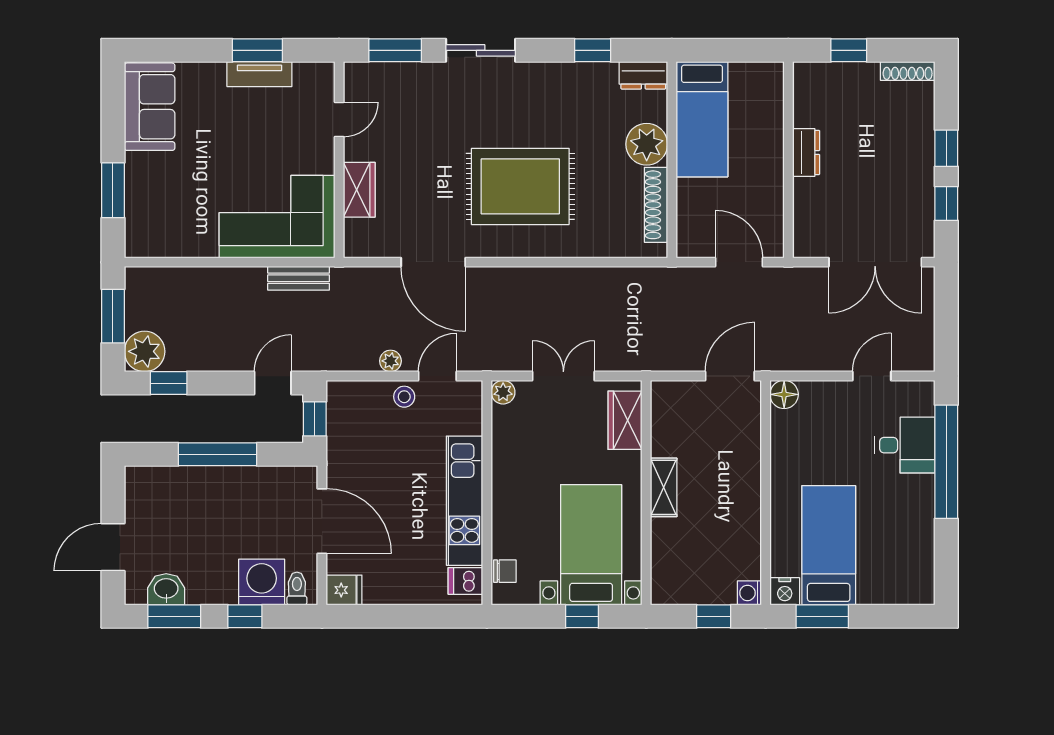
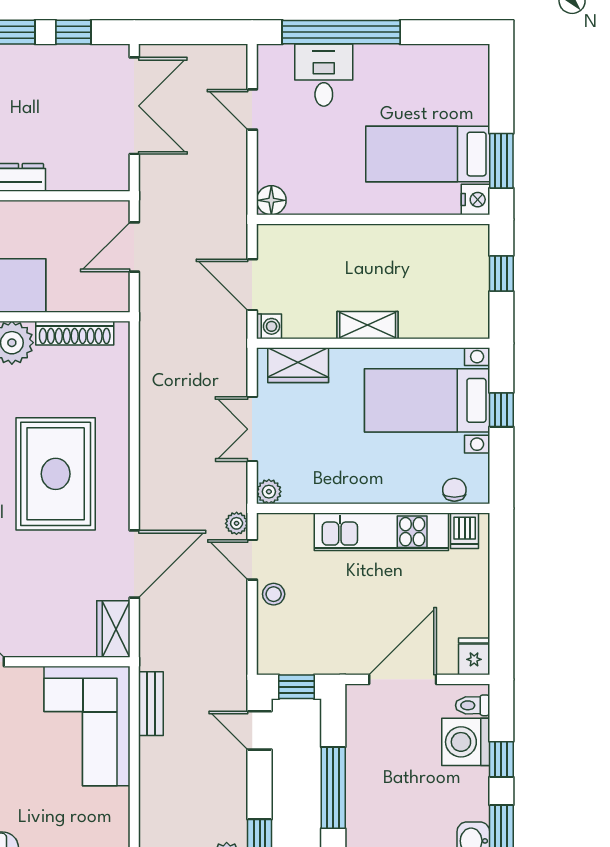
wardrobe: (359, 190) -> (113, 629), moved, turned -90
plant: (390, 361) -> (237, 523), moved
door: (730, 376) -> (252, 285), moved
washing machine: (749, 593) -> (269, 326), moved, turned -90

